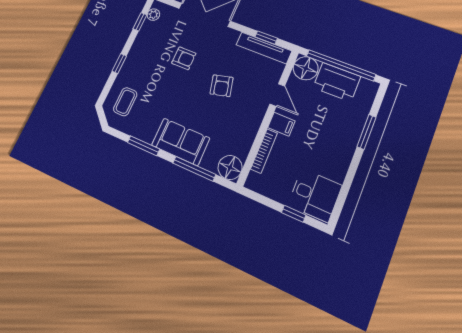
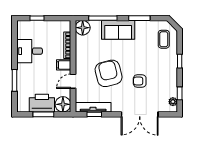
window: (341, 65) -> (43, 114), width x0.47
armchair: (222, 86) -> (109, 73), width x1.88, depth x1.88
door: (277, 95) -> (73, 81), hinge flipped
desk: (315, 195) -> (30, 51), moved

